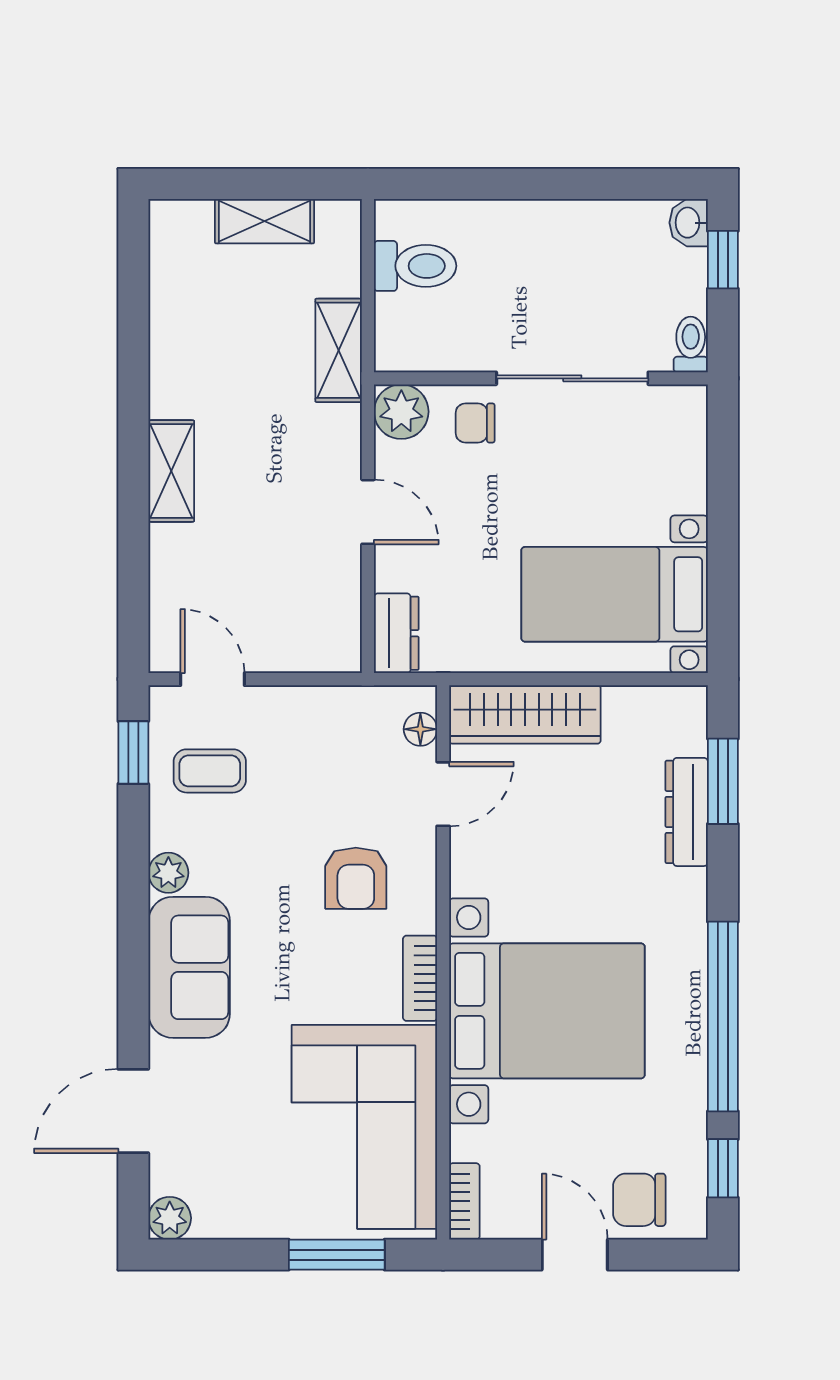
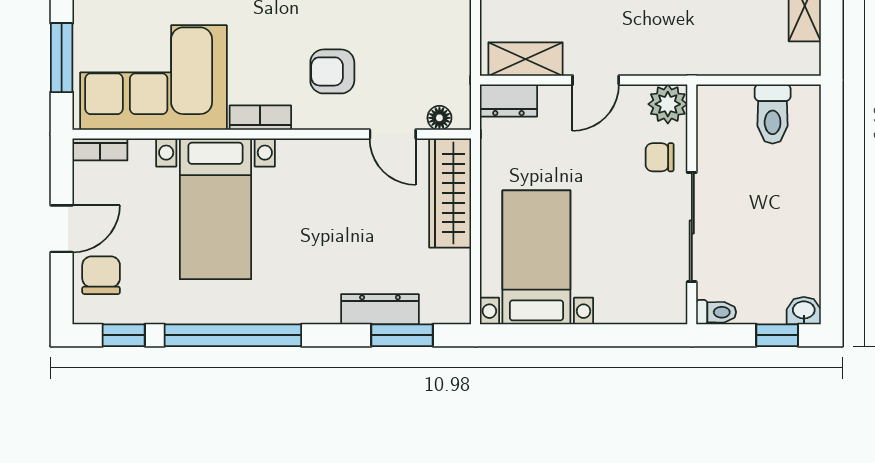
shelving: (339, 350) -> (526, 59), moved
chair: (475, 423) -> (660, 157), turned -90
bed with nightstands: (547, 1011) -> (215, 209), width x0.73

